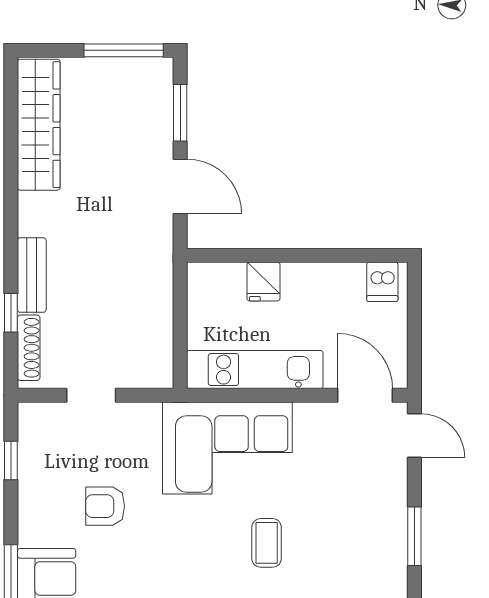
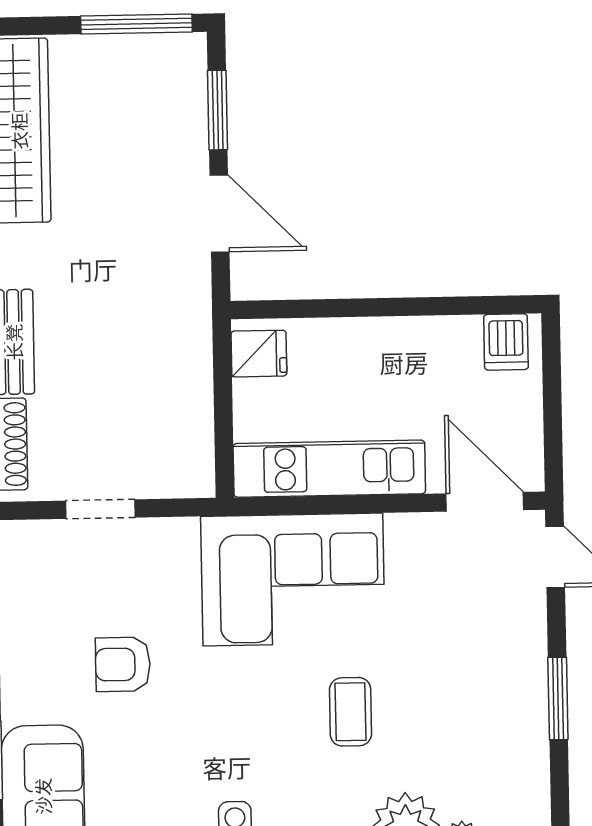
fridge: (263, 281) -> (259, 354), moved, turned -90

